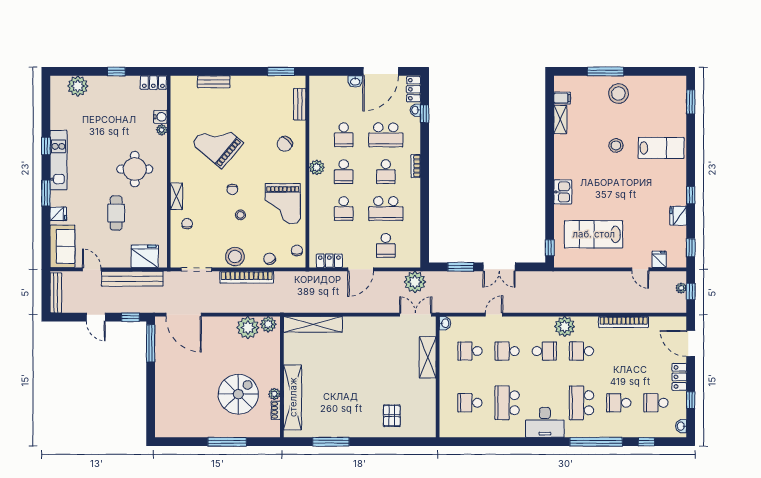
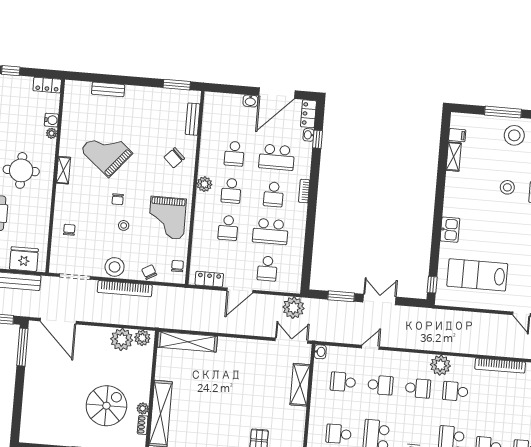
shelving: (176, 196) -> (63, 170), moved
double door: (499, 267) -> (380, 300), swing flipped
school desk: (507, 351) -> (380, 385), turned 180

